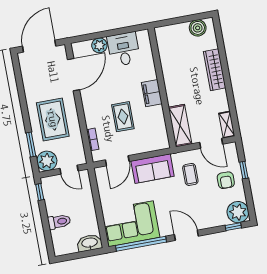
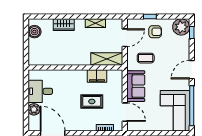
wardrobe: (215, 70) -> (64, 25), width x0.67
filing cabinet: (152, 93) -> (97, 76), moved
shelving: (227, 125) -> (95, 23), moved

